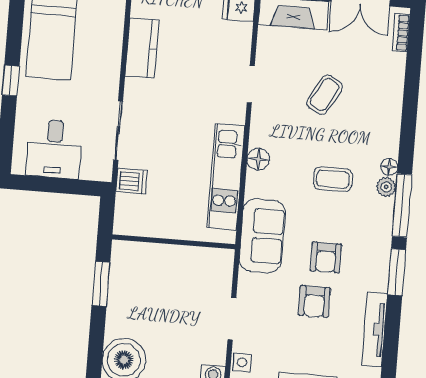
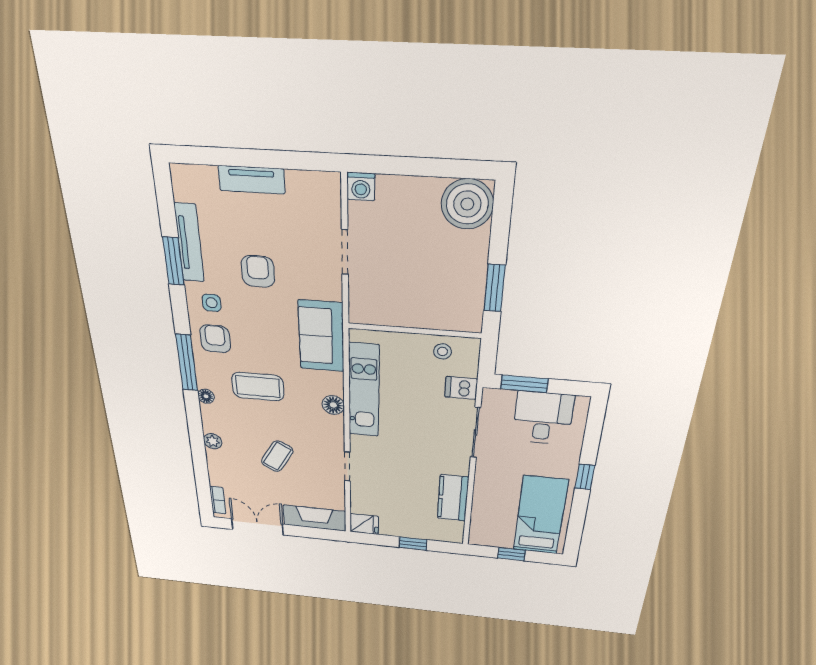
coffee table: (333, 179) -> (258, 387), width x1.36, depth x1.30
window: (72, 187) -> (524, 384), added
plant: (386, 187) -> (213, 441), moved
stool: (148, 220) -> (443, 351), added
armchair: (326, 257) -> (215, 339), moved
window: (397, 272) -> (173, 261), moved
side table: (242, 362) -> (212, 303), moved

